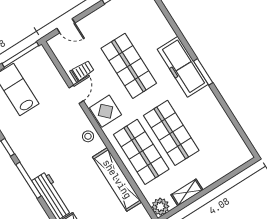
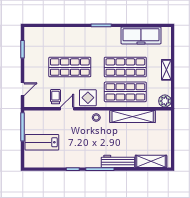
freezer: (183, 67) -> (141, 35), moved
door: (76, 94) -> (67, 109), hinge flipped
shelving: (187, 192) -> (166, 70), moved

